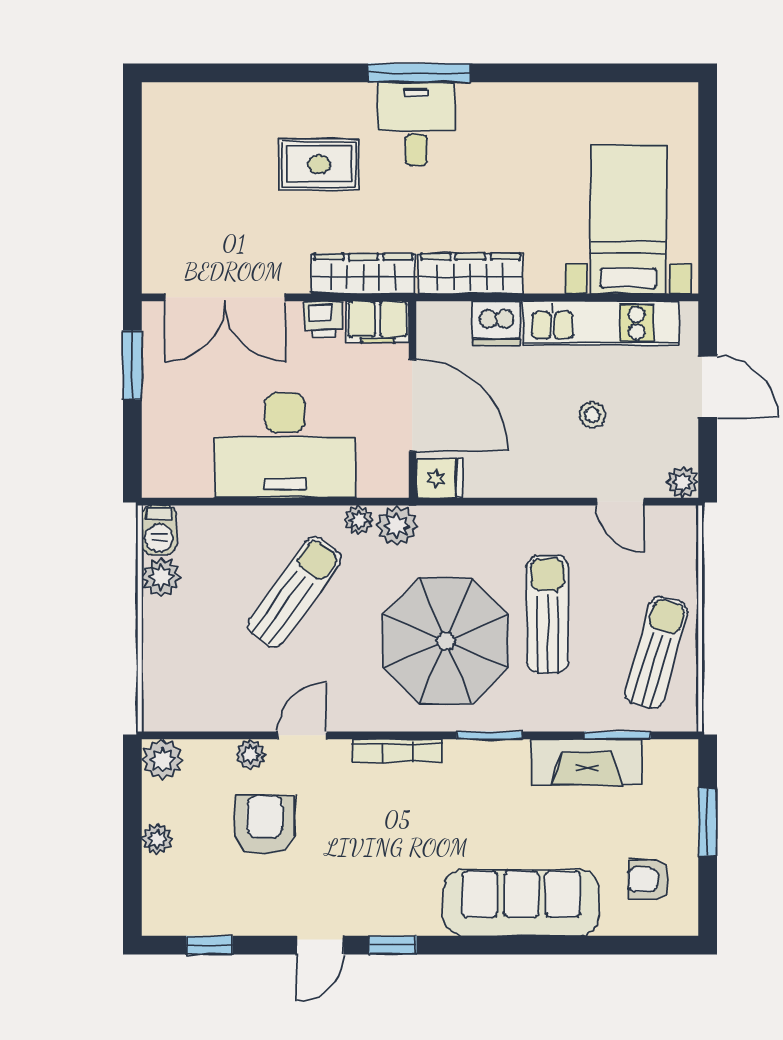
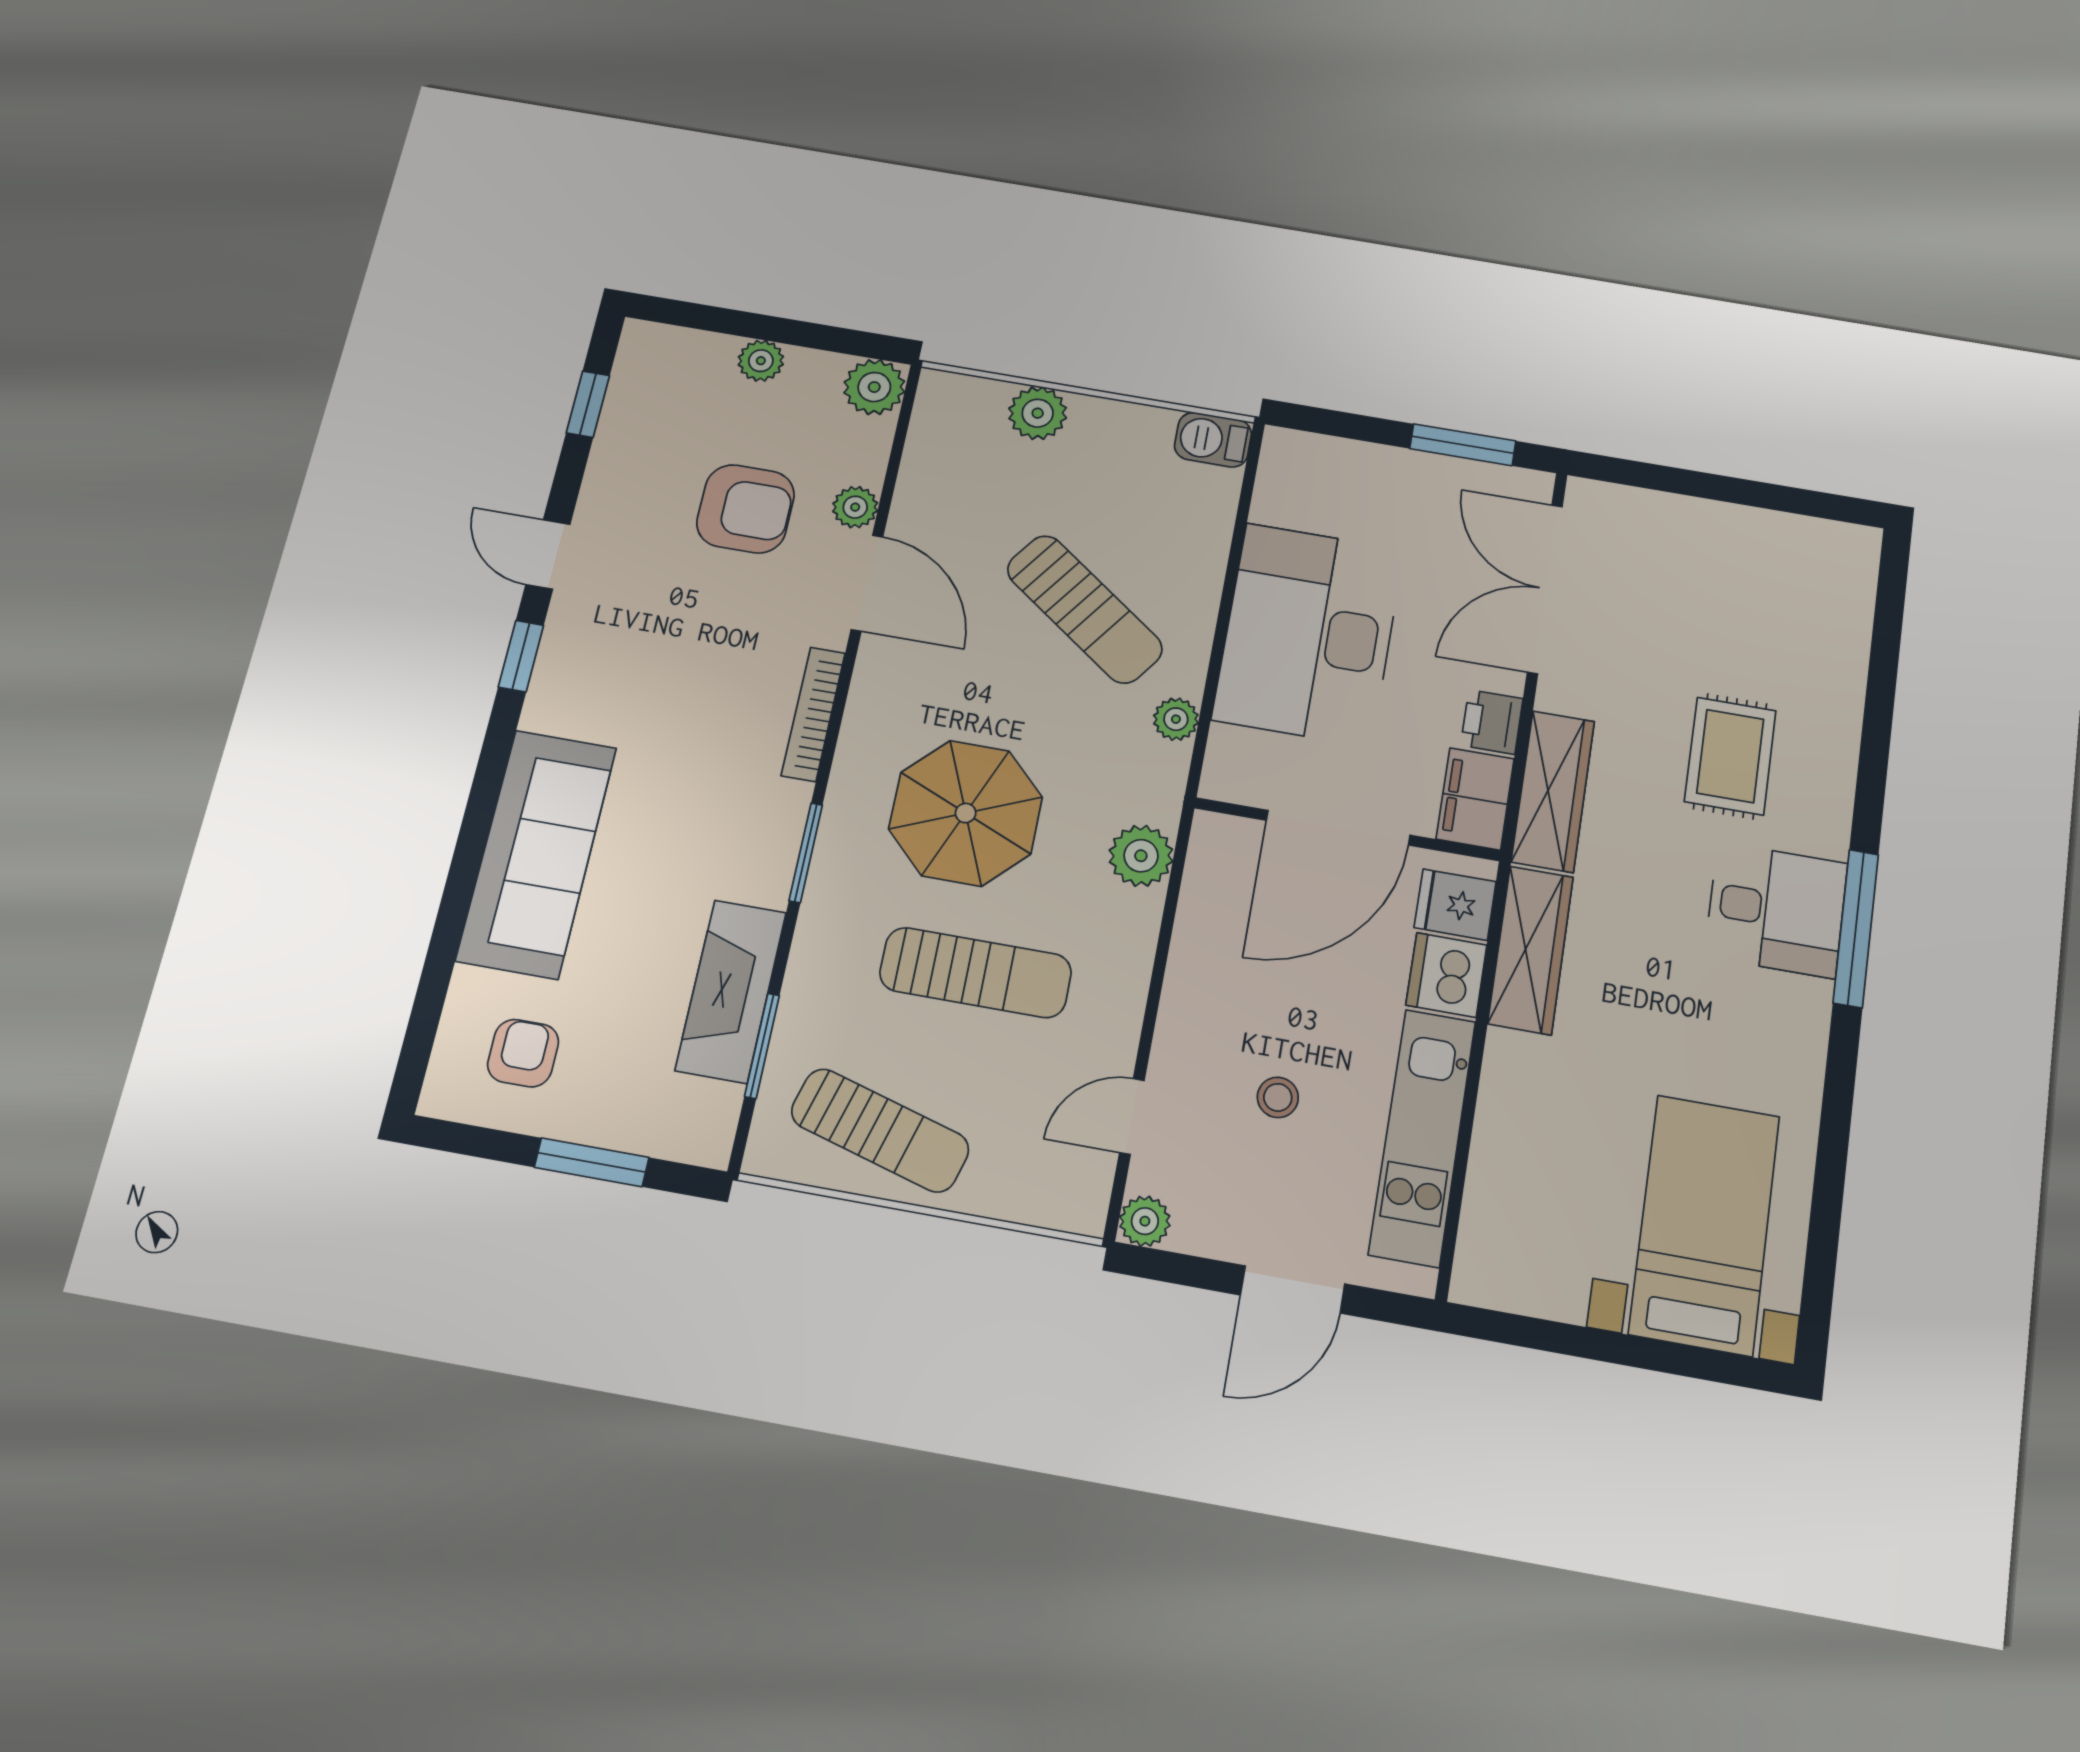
bed with nightstands: (628, 219) -> (1705, 1224), moved, turned -90
fridge: (440, 478) -> (1455, 905), moved, turned 90
plant: (397, 526) -> (1141, 856), moved
plant: (161, 577) -> (1038, 413), moved
parasol: (446, 641) -> (966, 813), width x0.73, depth x0.73
door: (302, 735) -> (867, 583), width x1.38

